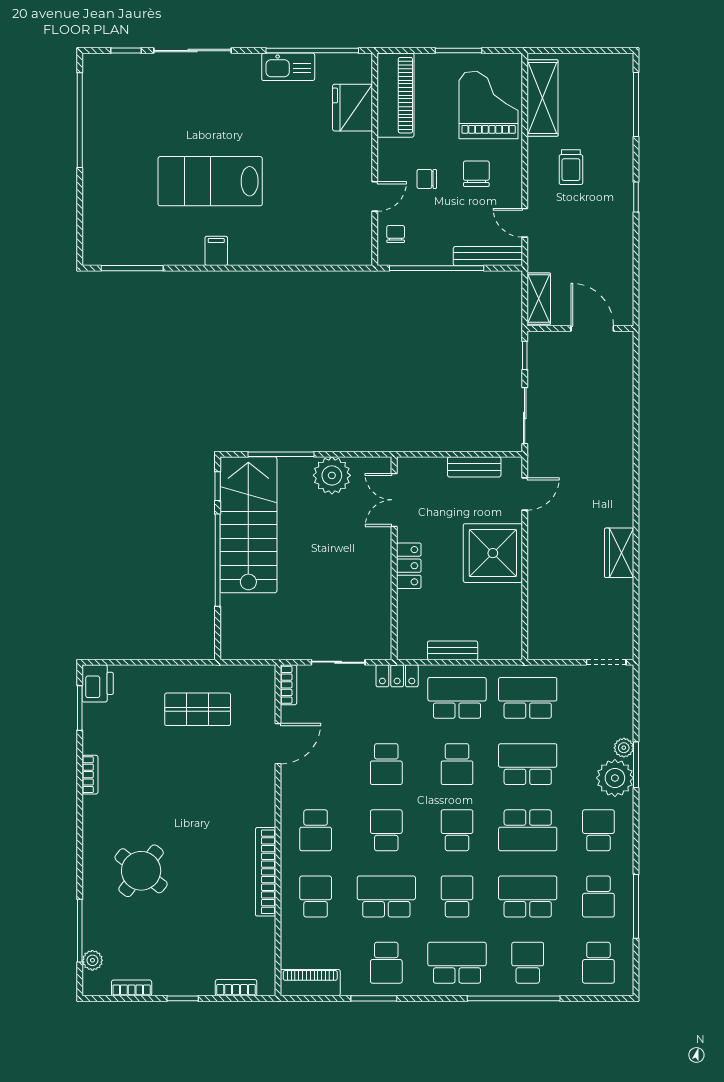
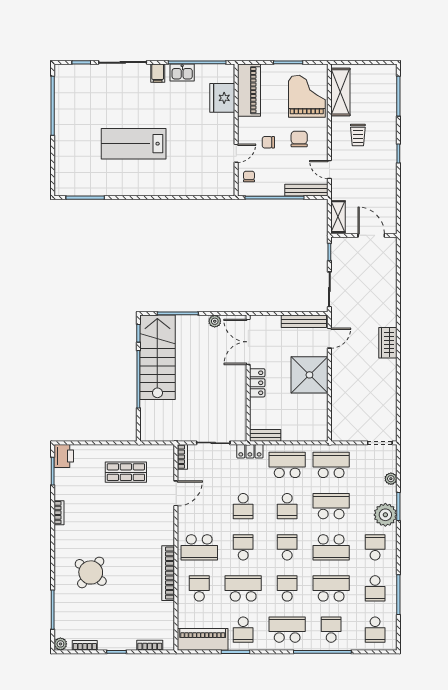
kitchen sink: (288, 67) -> (182, 73), width x0.73
filing cabinet: (216, 251) -> (158, 73), moved, turned 180
bench: (474, 467) -> (304, 321), width x1.36
plant: (332, 475) -> (215, 321), width x0.53, depth x0.53
double door: (394, 500) -> (248, 342), width x1.37
wardrobe: (619, 553) -> (388, 343), moved
bench: (453, 650) -> (265, 435), moved
plant: (624, 748) -> (391, 479), moved
school desk: (316, 830) -> (199, 547), width x1.85
plant: (92, 960) -> (60, 644), moved
piano: (310, 983) -> (203, 639), width x1.37, depth x1.33

